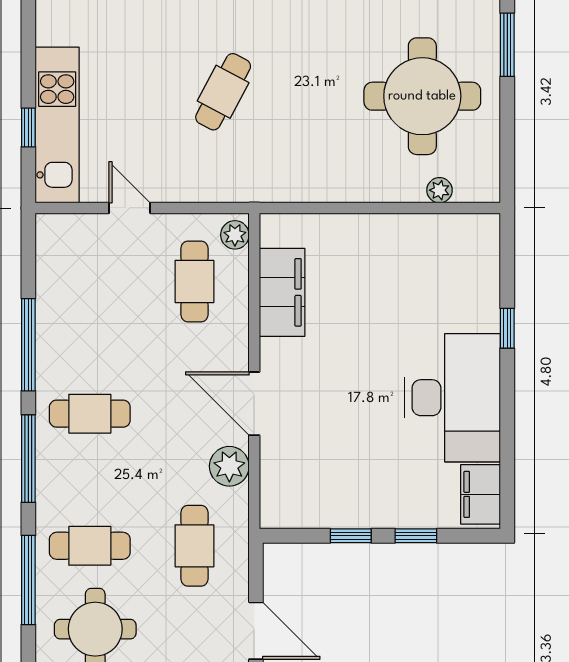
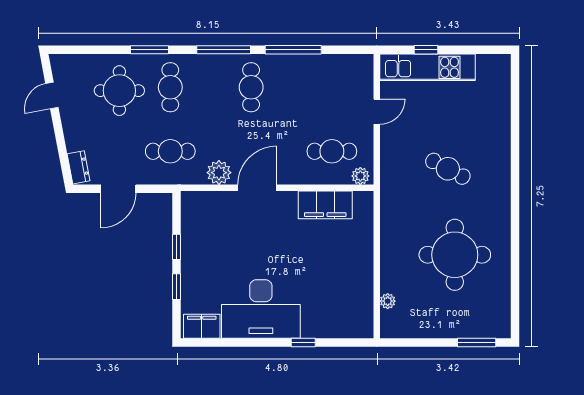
round table: (422, 96) -> (455, 255), moved
window: (28, 580) -> (149, 50), width x0.69

